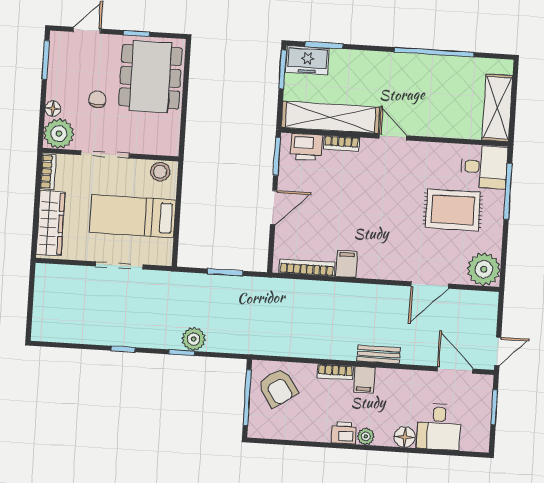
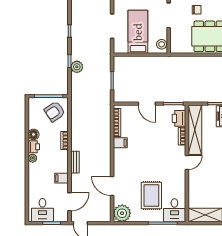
filing cabinet: (364, 380) -> (62, 178), moved
desk: (439, 427) -> (42, 210), moved, turned -90
floor lamp: (405, 437) -> (34, 134), moved

